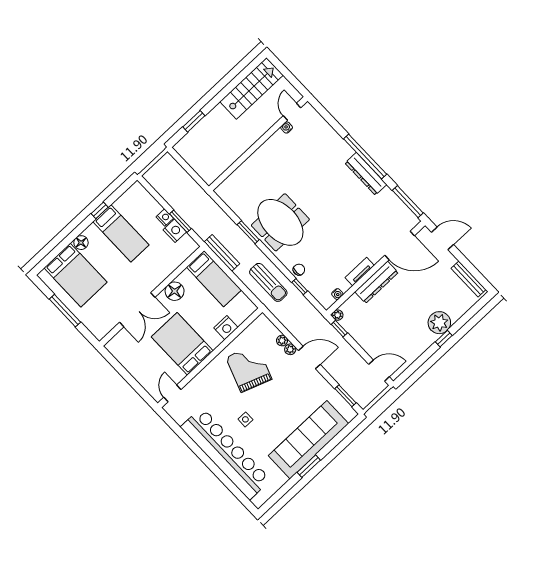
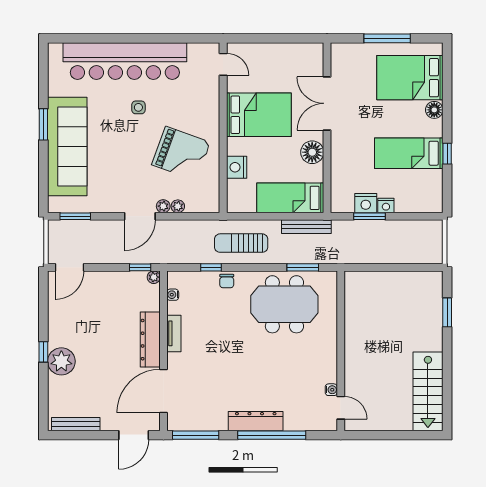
door: (292, 112) -> (341, 408), moved
water cooler: (287, 127) -> (331, 390), moved
wall: (258, 144) -> (341, 351), moved

